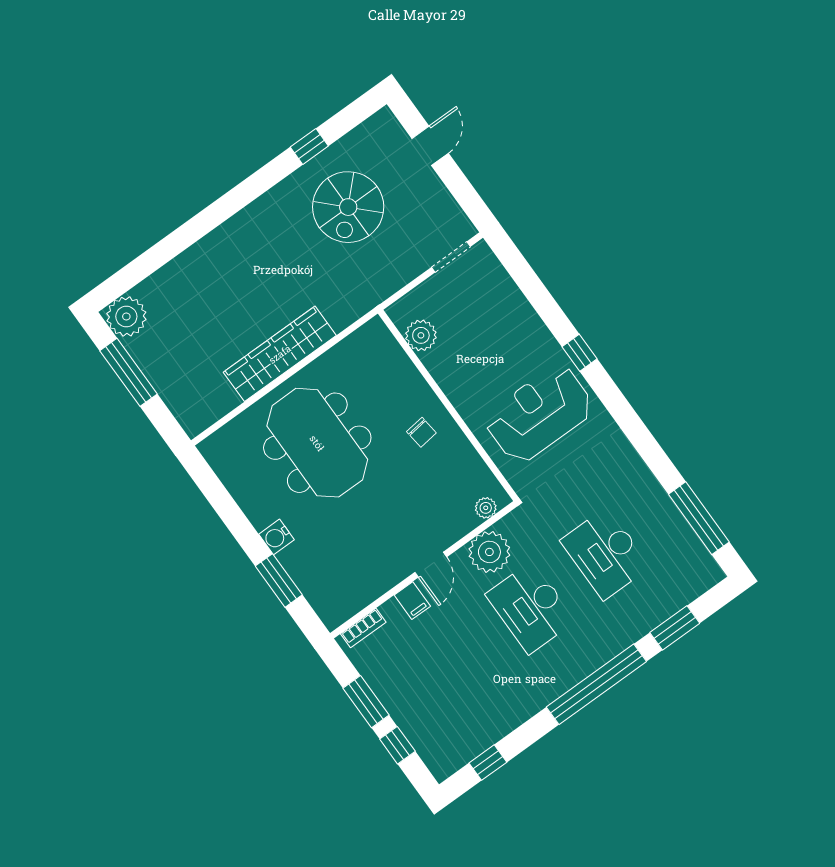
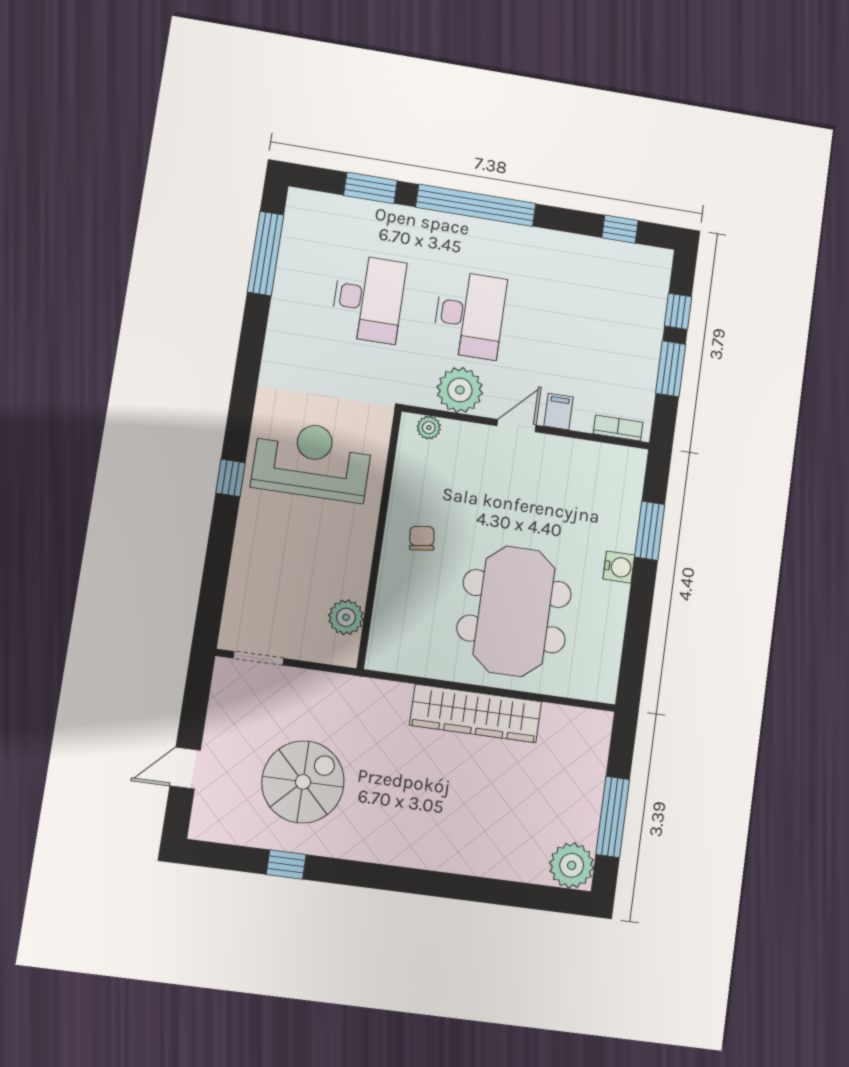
reception desk: (539, 414) -> (312, 461), turned 180

